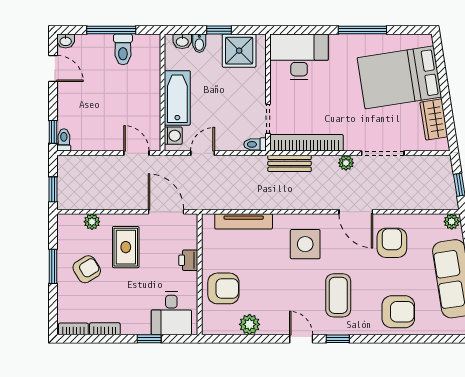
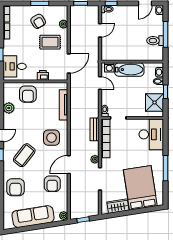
door: (136, 153) -> (100, 30), moved
armchair: (392, 243) -> (52, 184), turned 90
coffee table: (338, 295) -> (24, 155), turned -52

